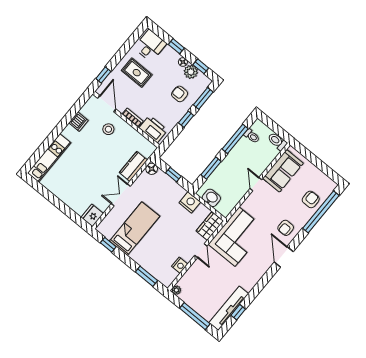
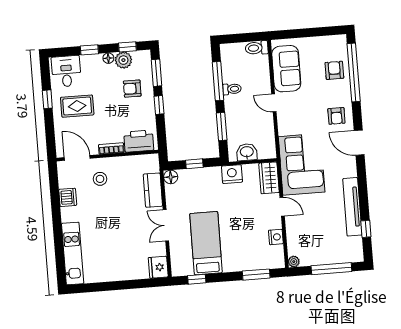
window: (103, 75) -> (47, 99), moved
toilet: (252, 136) -> (232, 89), moved
tv unit: (229, 308) -> (352, 207), moved

